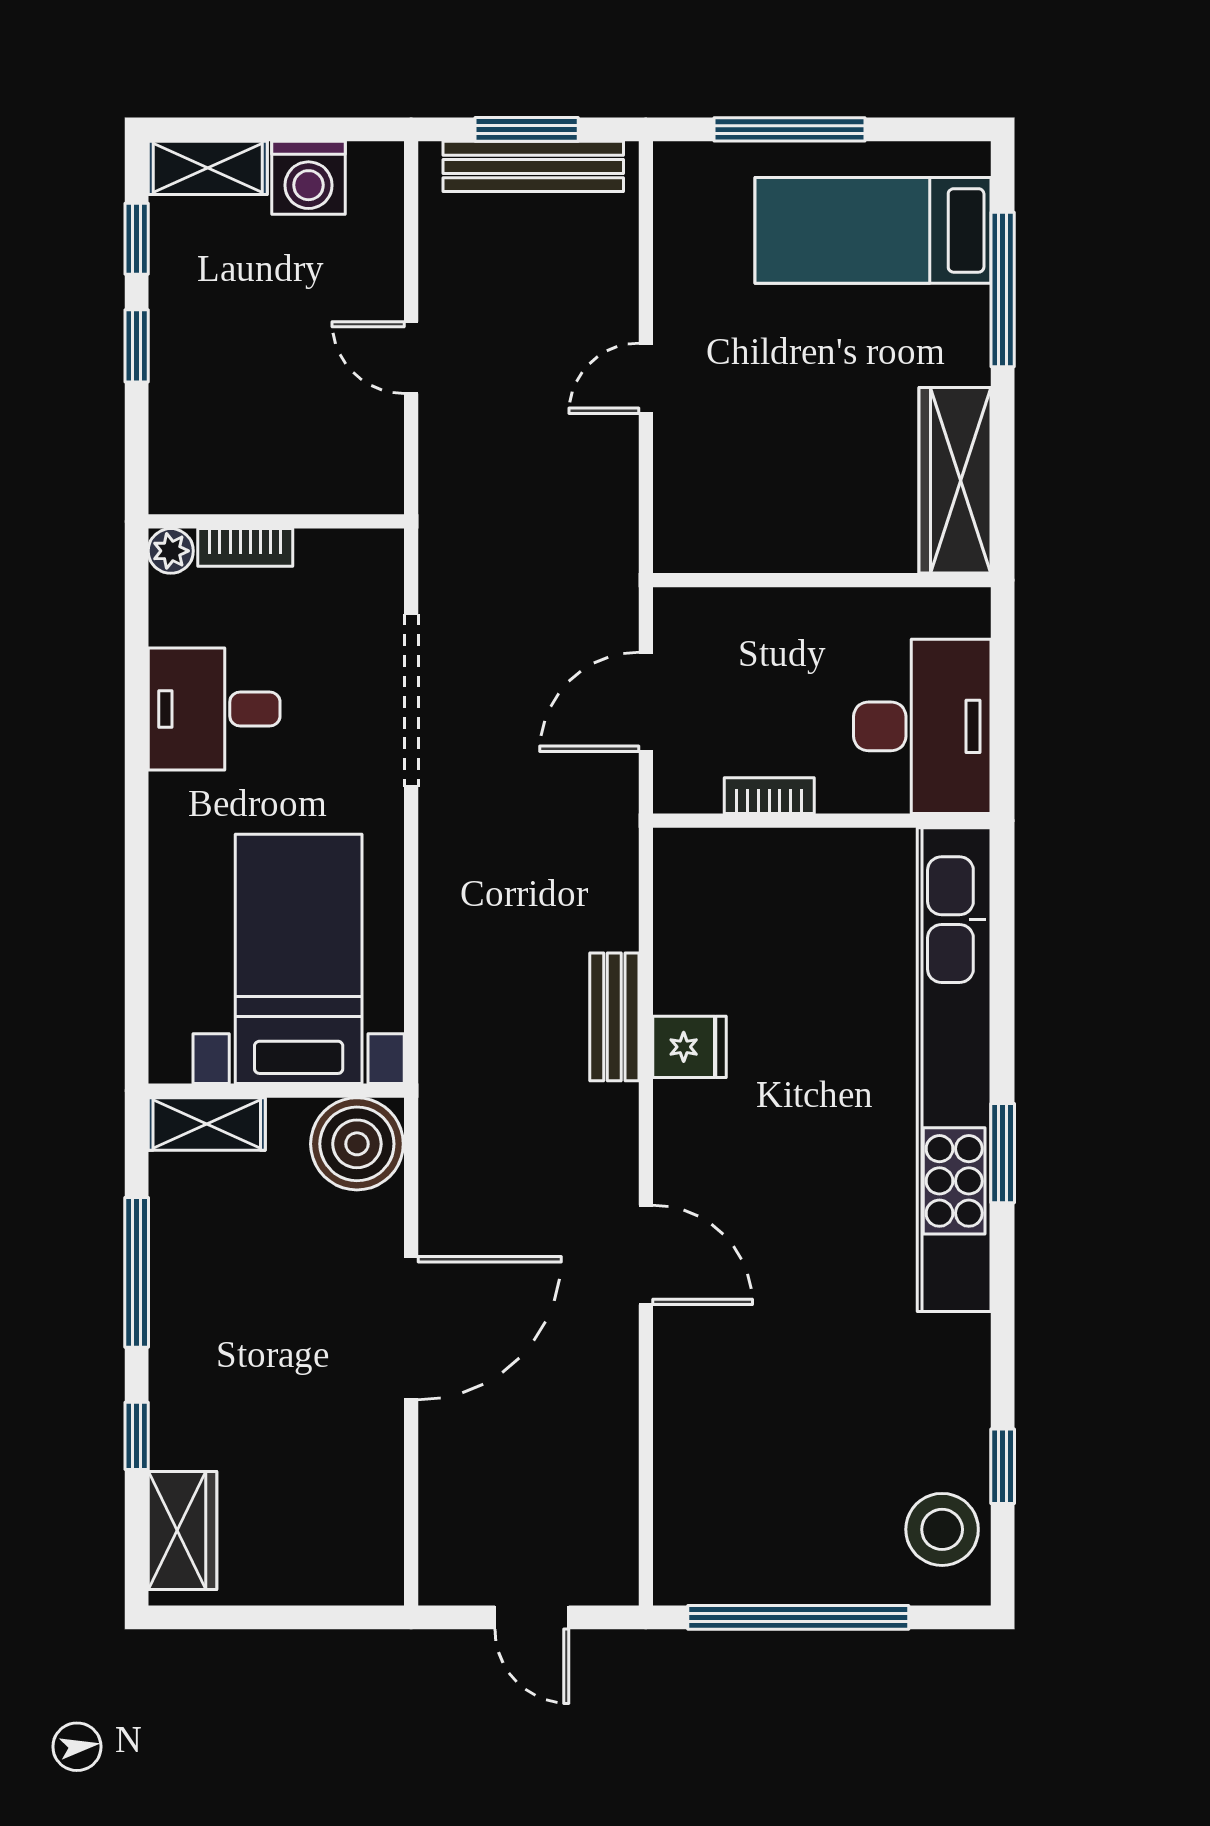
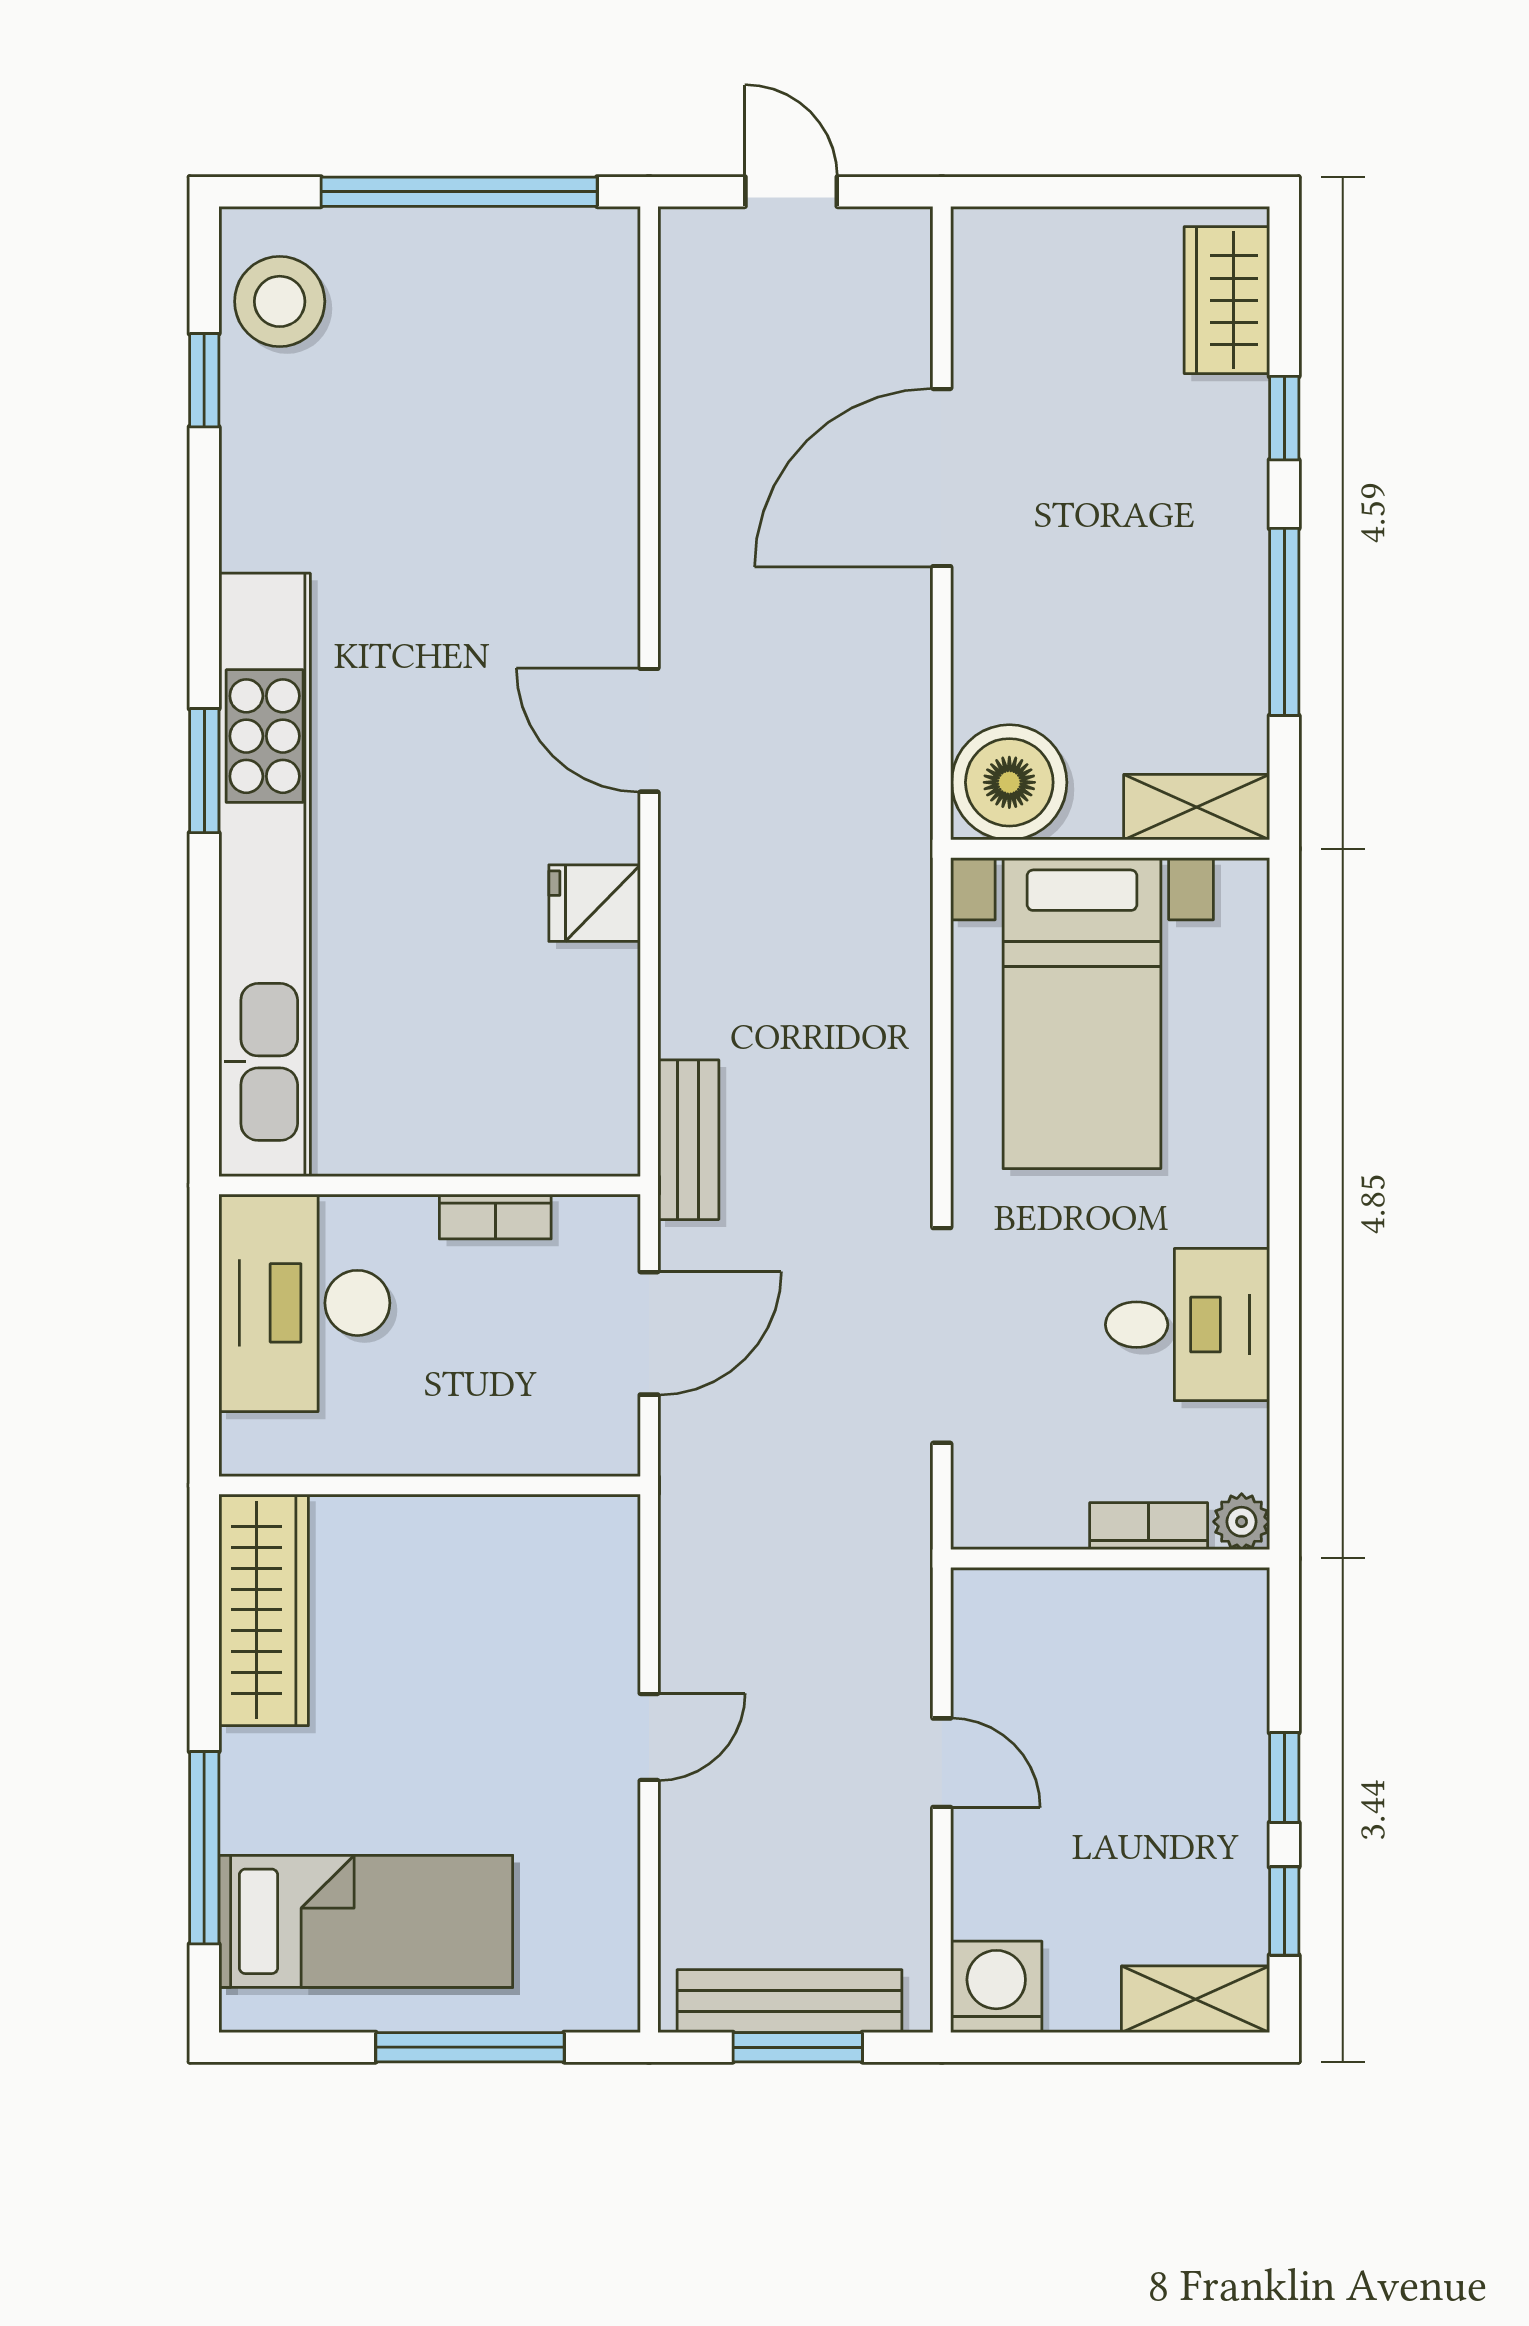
washing machine: (308, 178) -> (996, 1987), moved
bench: (614, 1017) -> (688, 1140), moved
door: (646, 1255) -> (649, 730), moved
door: (411, 1328) -> (942, 478), moved

